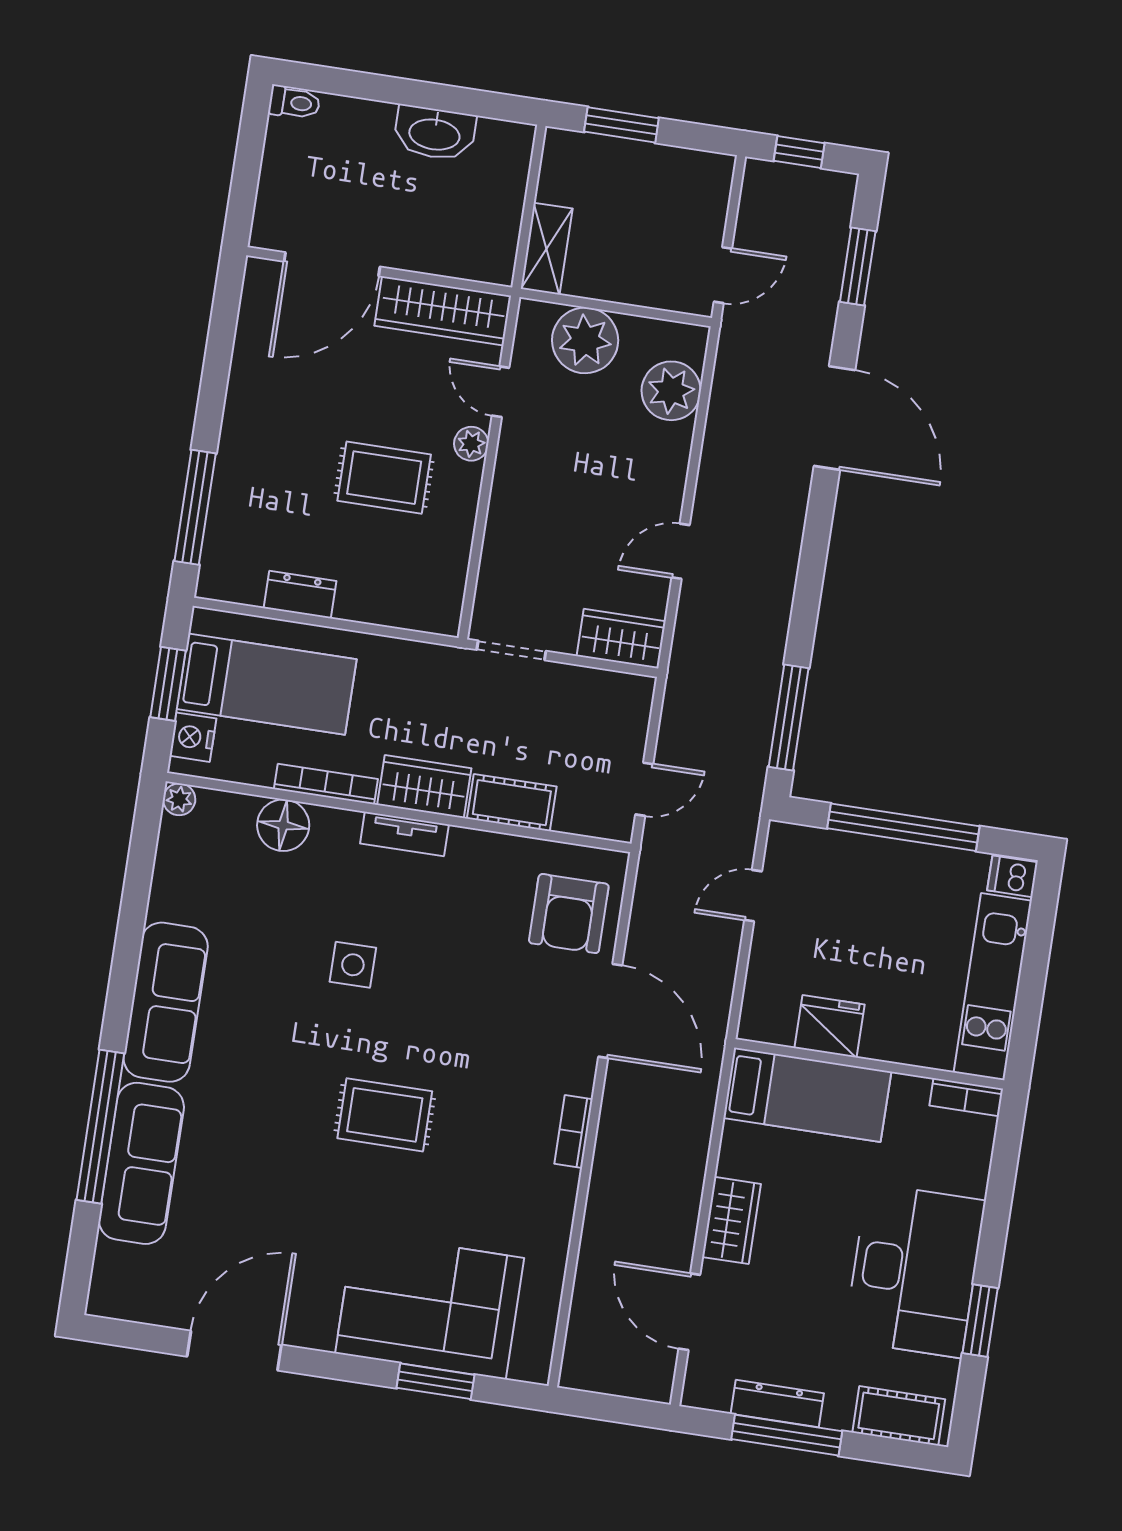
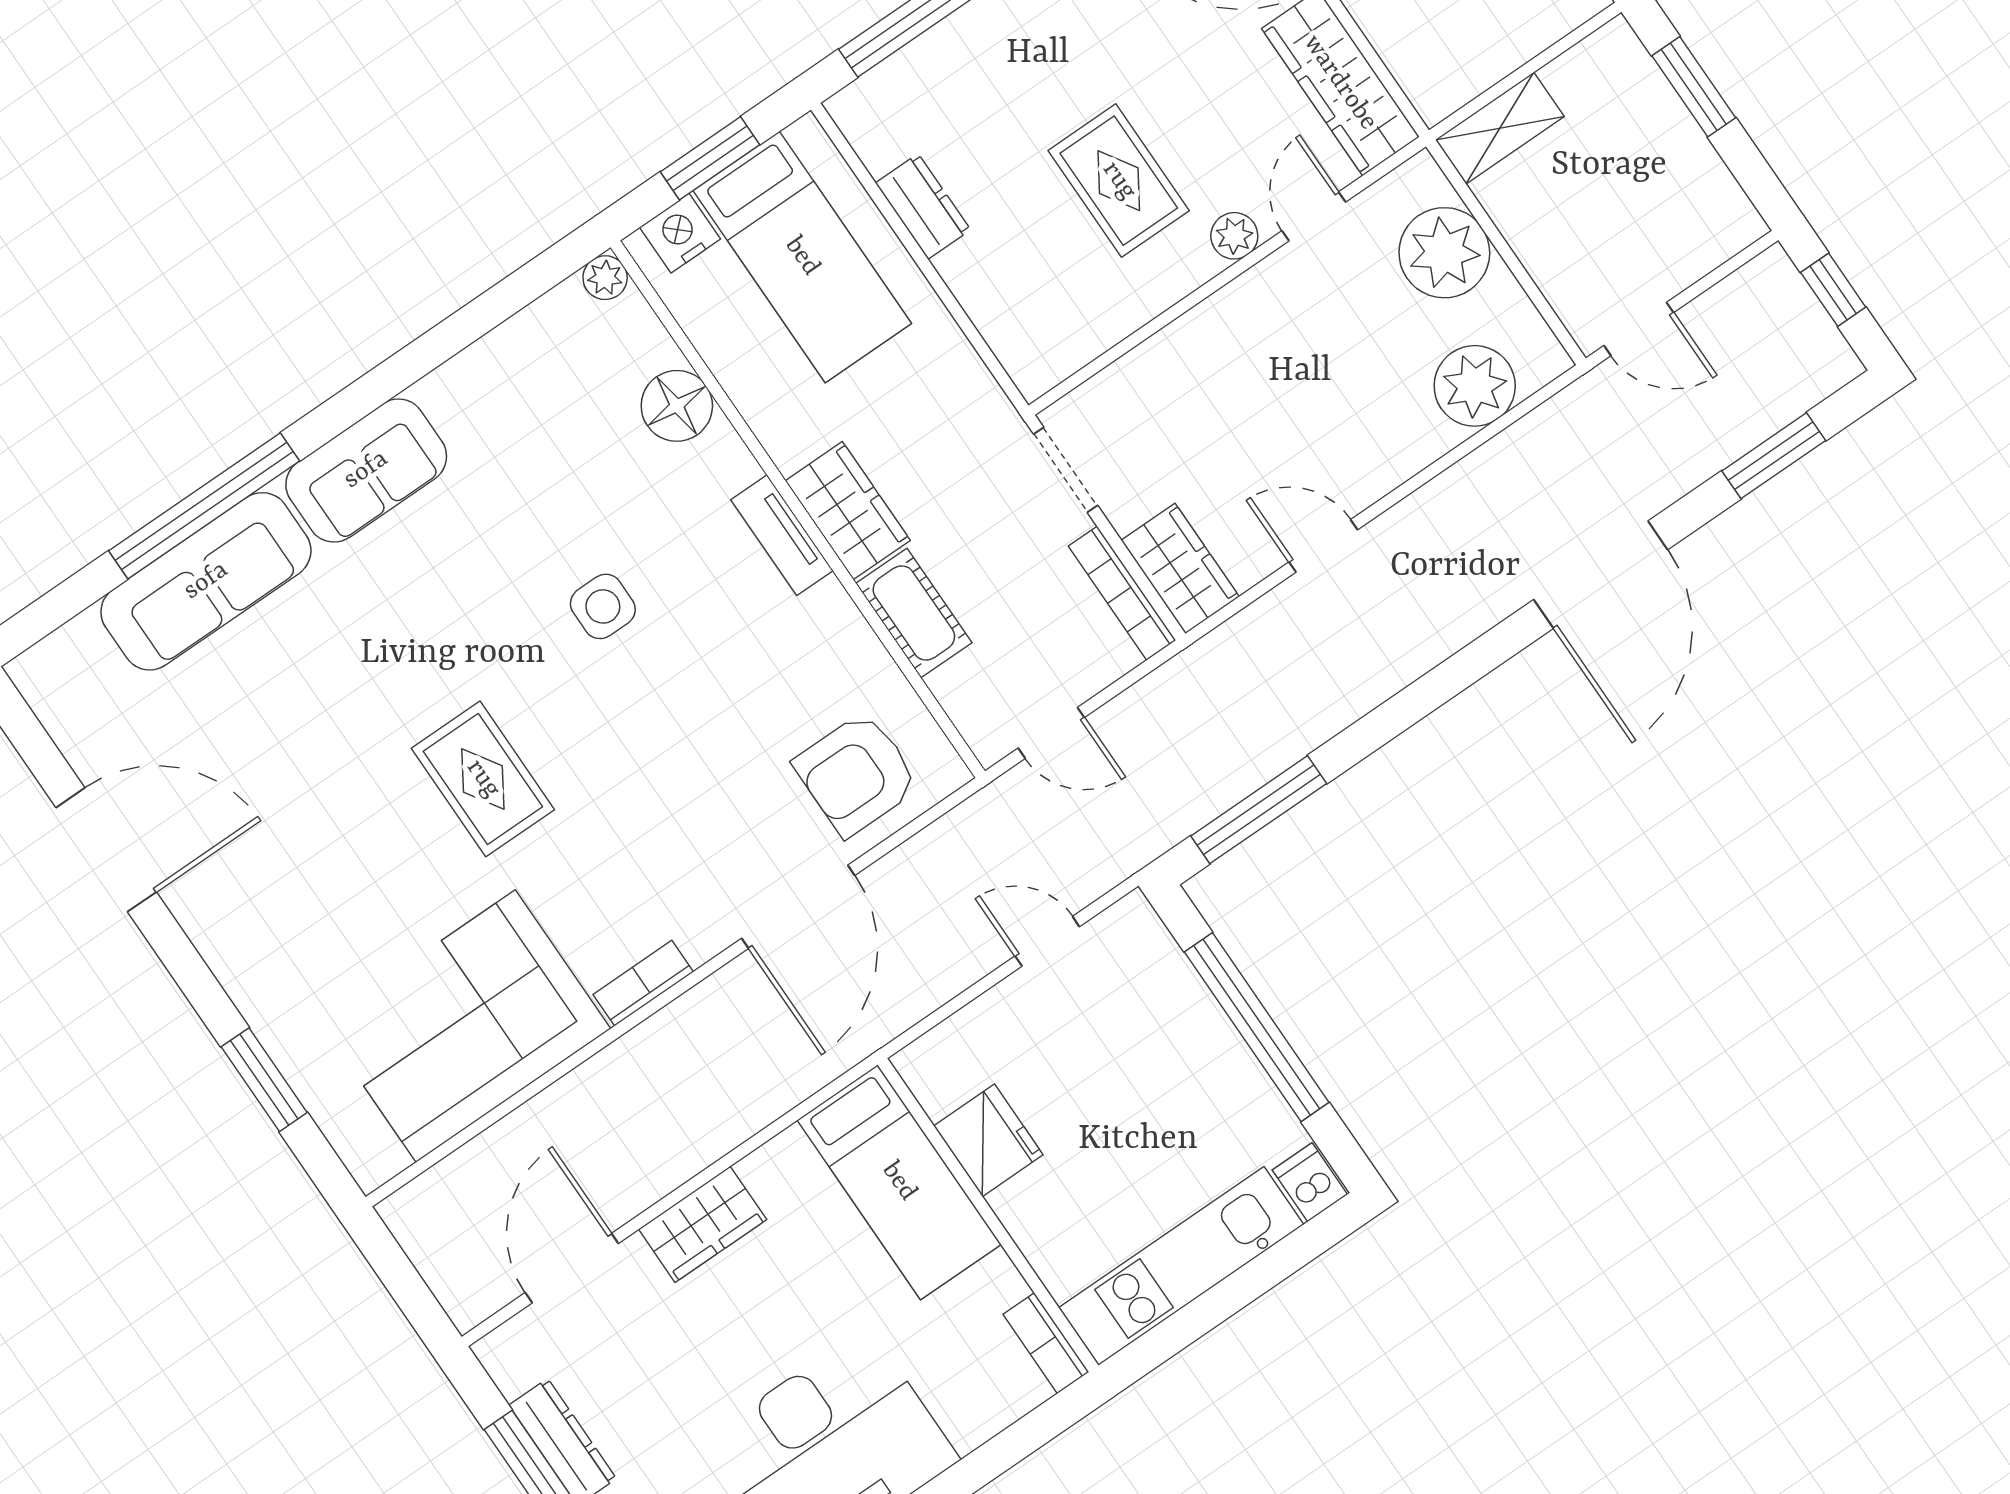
bookcase: (326, 784) -> (1122, 593), moved, turned 180
sofa: (166, 1002) -> (366, 470), width x0.73
corner sofa: (430, 1306) -> (466, 1026), moved, turned -90

